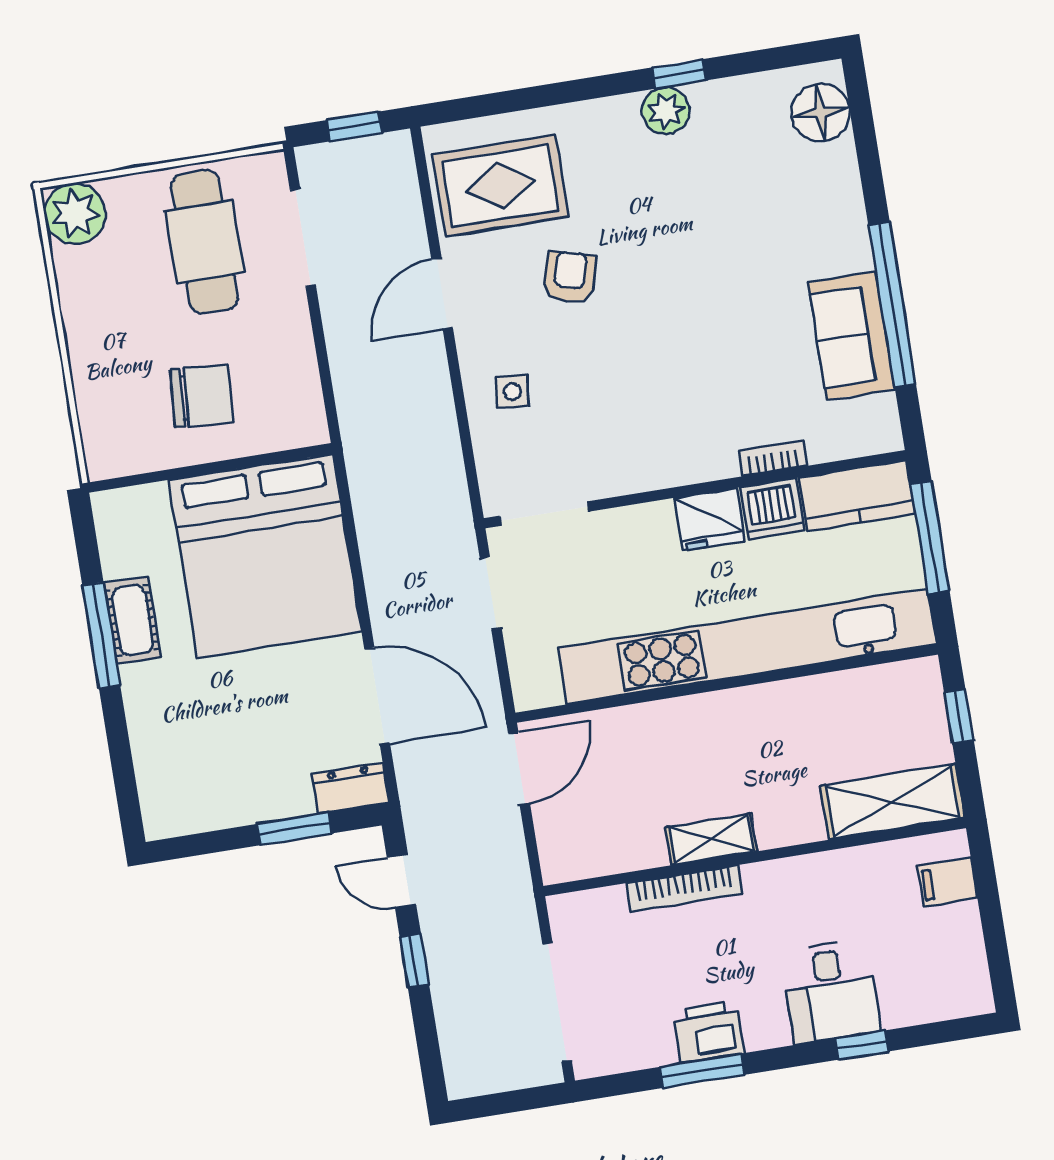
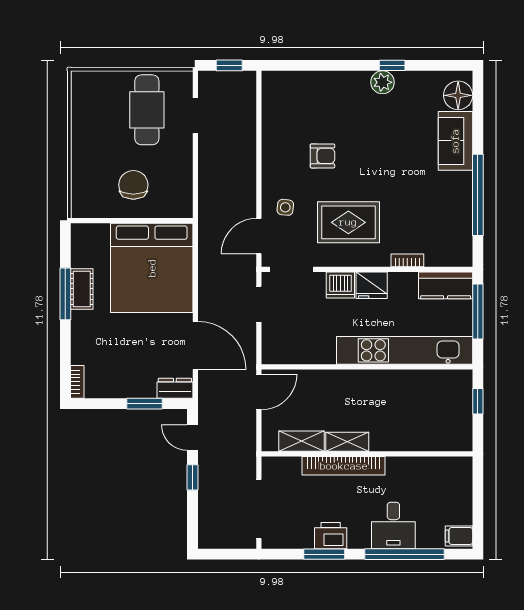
rug: (500, 186) -> (348, 222), moved
plant: (75, 214) -> (86, 86), removed
doorway: (303, 238) -> (195, 116), width x0.73
armchair: (570, 277) -> (322, 156), turned 74
door: (442, 294) -> (259, 236), moved
sofa: (851, 336) -> (455, 141), moved
chair: (202, 396) -> (133, 185), turned -94
dishwasher: (772, 509) -> (340, 285), moved
kitchen unit: (747, 646) -> (405, 350), width x0.73
shelving: (892, 802) -> (301, 441), moved, width x0.67, depth x0.75
bookcase: (153, 807) -> (77, 382), added
filing cabinet: (947, 882) -> (459, 536), moved
bookcase: (684, 888) -> (344, 466), width x1.48, depth x1.31
window: (862, 1045) -> (405, 554), width x3.17

